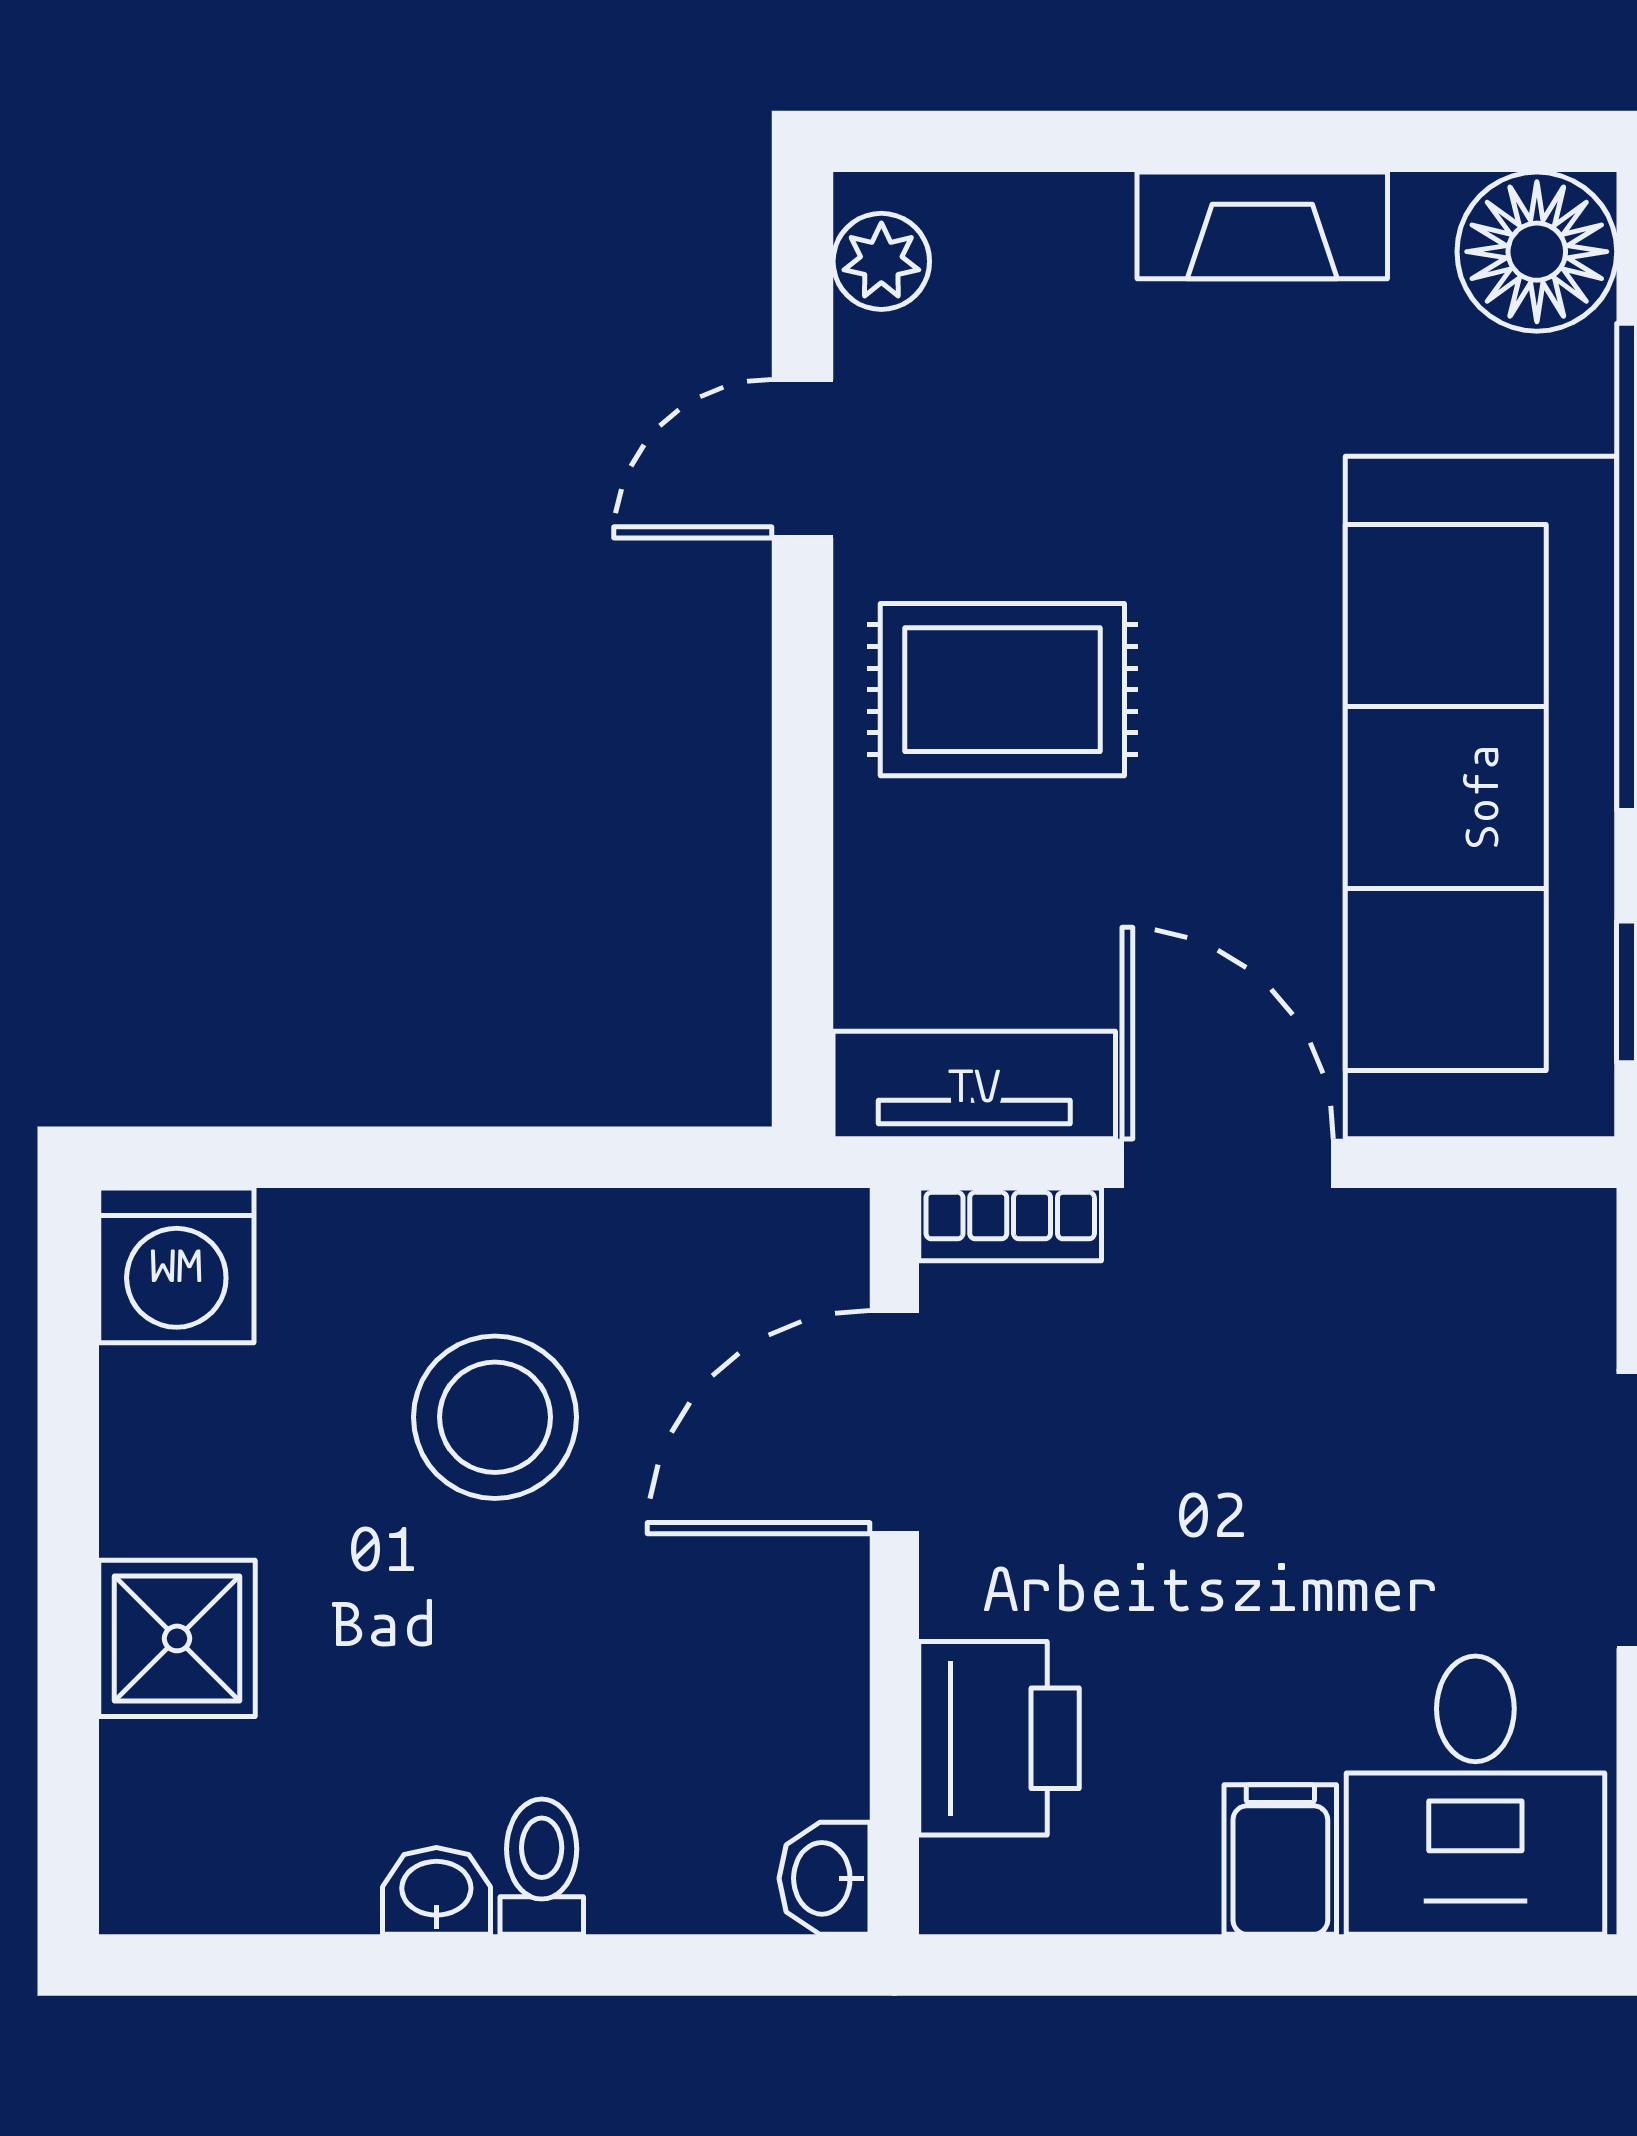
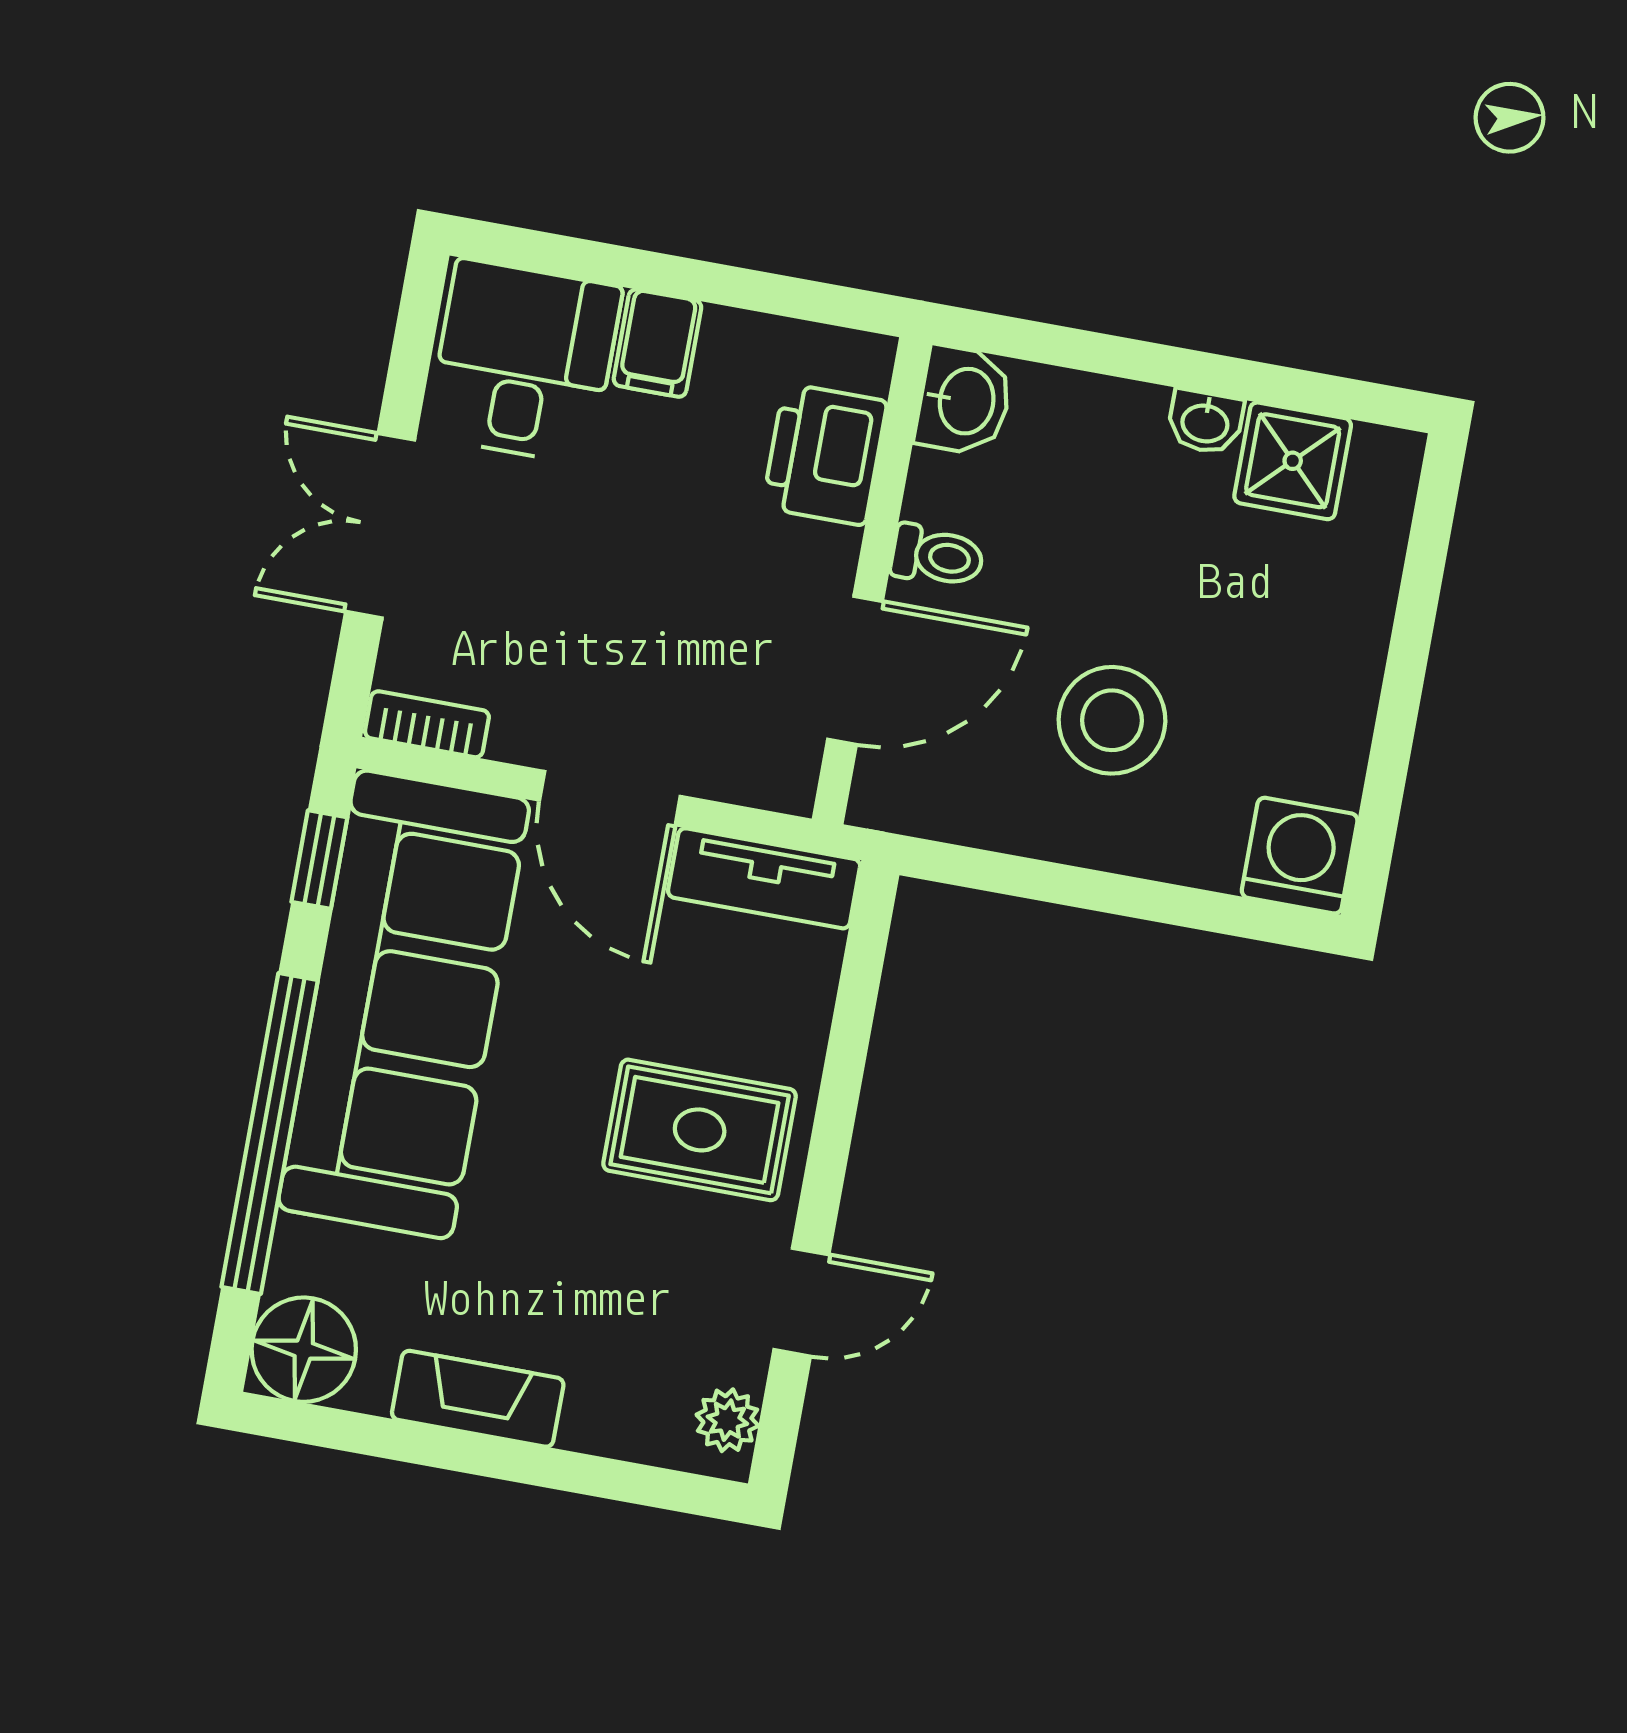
bookcase: (1010, 1224) -> (427, 724), moved
shower: (177, 1638) -> (1293, 461), moved
toilet: (542, 1867) -> (937, 556), moved, turned -90
washbasin: (825, 1878) -> (964, 401), width x1.38, depth x1.45

